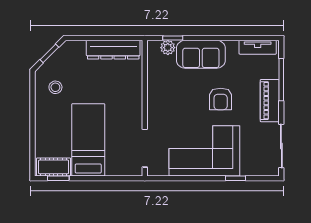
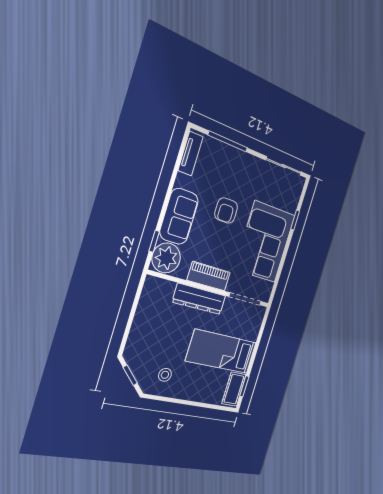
plant: (168, 48) -> (166, 258), width x1.88, depth x1.88
dresser: (113, 50) -> (199, 299), moved, turned 90
armchair: (221, 99) -> (226, 211), turned 90
piano: (270, 101) -> (209, 276), moved, turned 180

